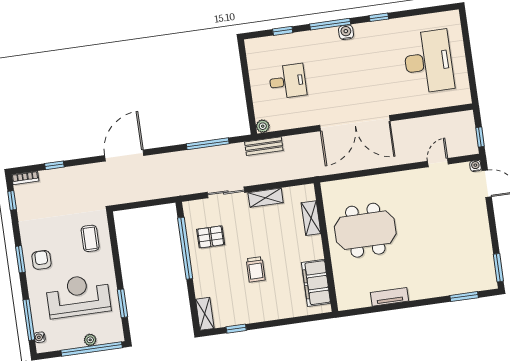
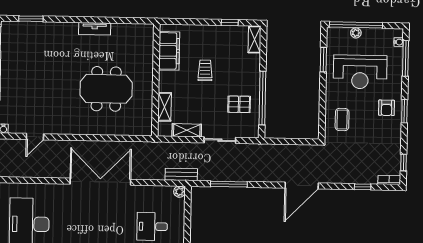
shelving: (311, 218) -> (165, 107), moved
wall: (326, 247) -> (156, 80), moved
filing cabinet: (316, 283) -> (169, 51), moved

